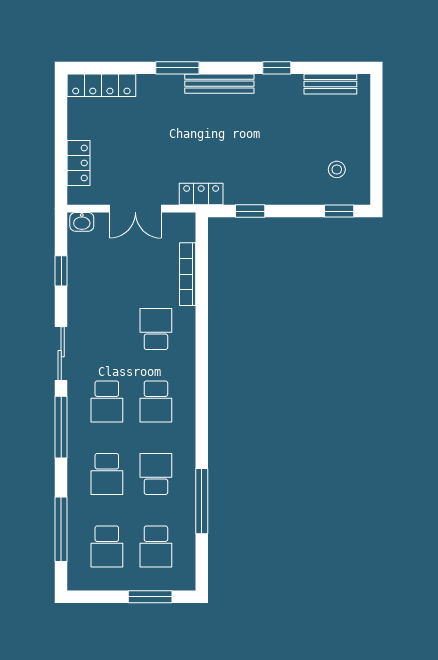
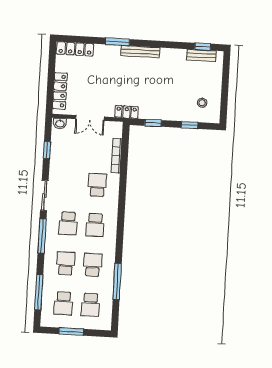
window: (277, 68) -> (203, 47), moved
locker: (78, 163) -> (60, 91), width x1.53
window: (339, 211) -> (190, 125), moved
school desk: (107, 474) -> (66, 263), turned 180
window: (150, 597) -> (71, 332), moved

